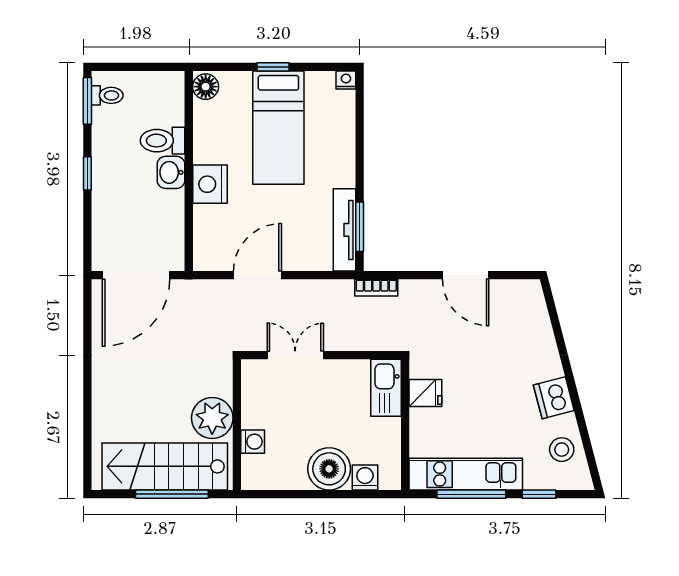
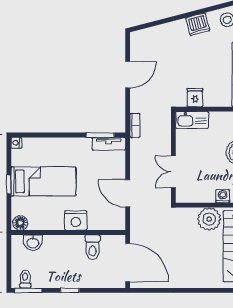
toilet: (163, 141) -> (93, 247), moved
washbasin: (171, 172) -> (33, 243), moved
tv unit: (344, 230) -> (109, 144), width x0.71

